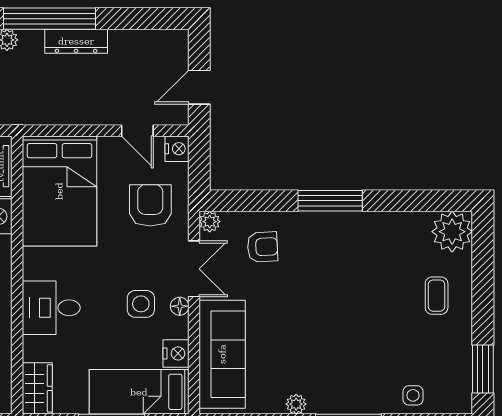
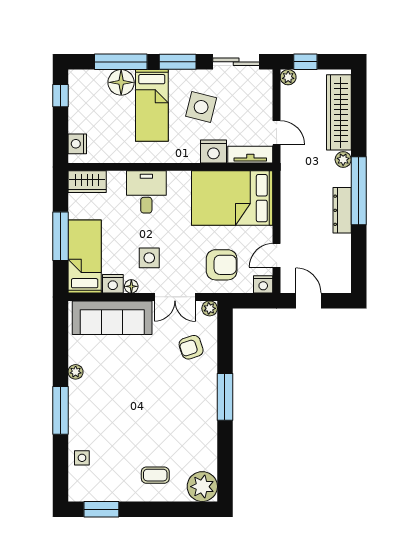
armchair: (263, 247) -> (191, 347), turned 75
floor lamp: (180, 306) -> (131, 286), moved

